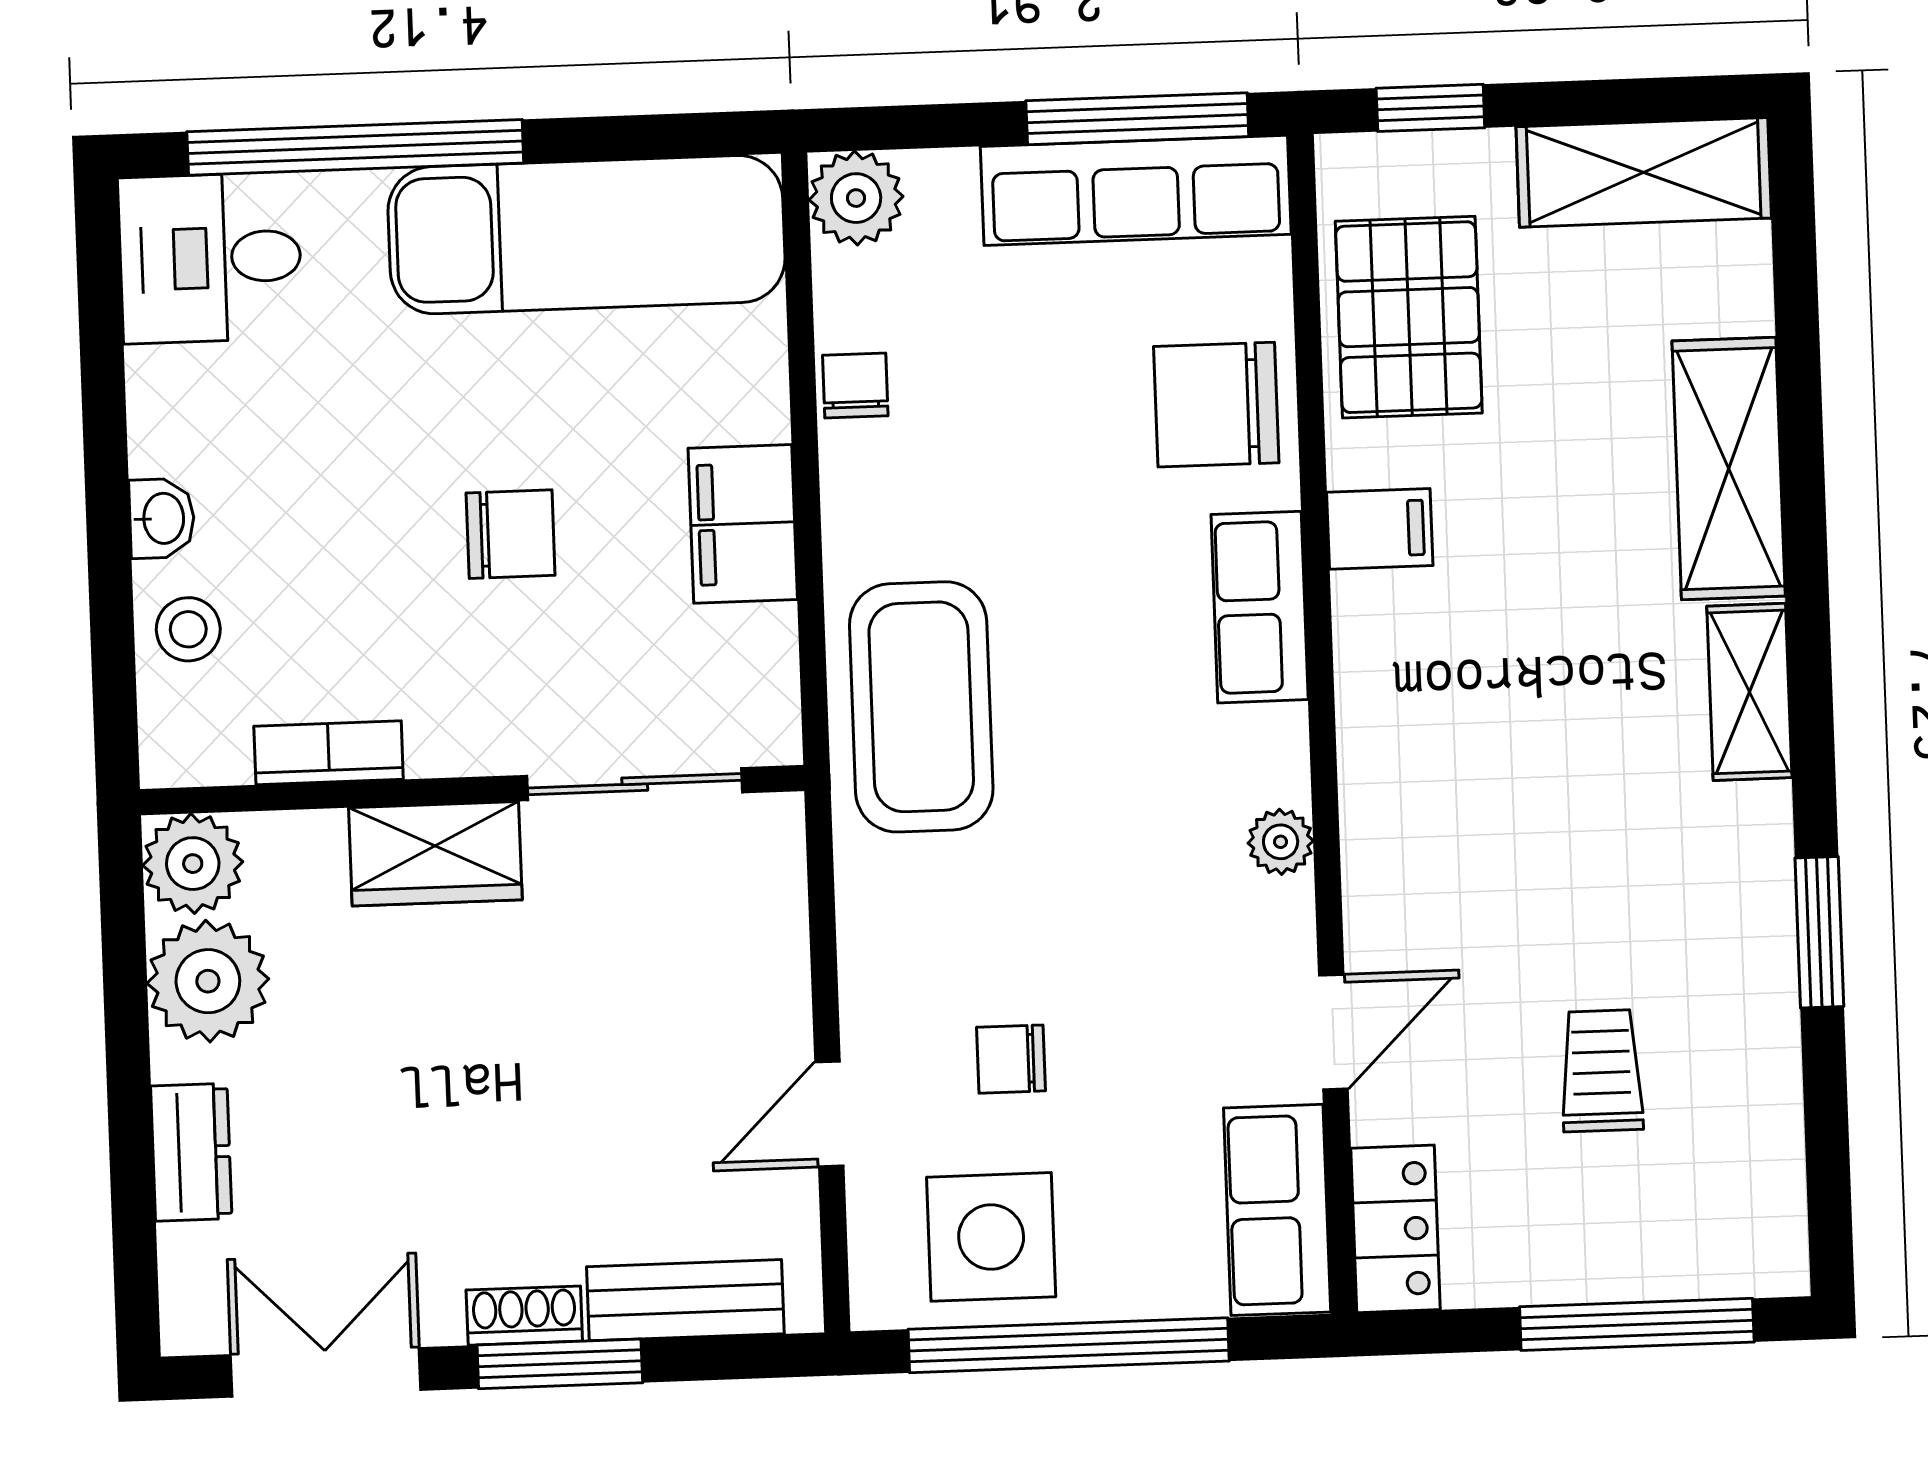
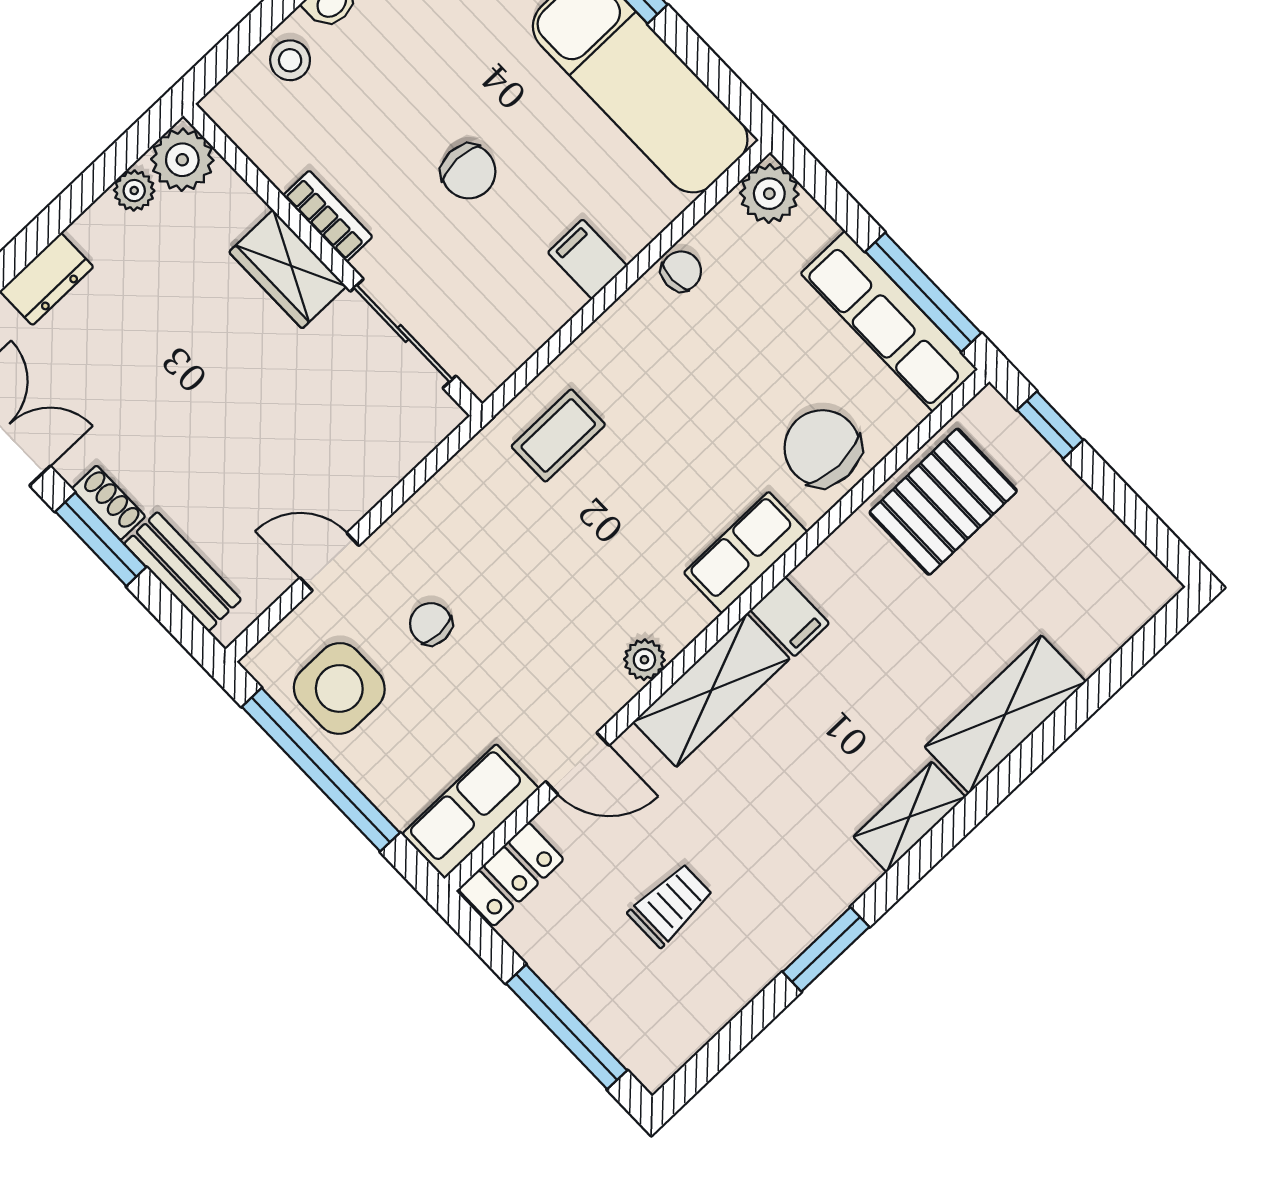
shelving: (1644, 172) -> (711, 690), moved, turned 90
filing cabinet: (743, 524) -> (587, 259), width x0.50
filing cabinet: (1380, 529) -> (790, 617), moved
coffee table: (921, 707) -> (558, 435), width x0.54, depth x0.58
bookcase: (329, 753) -> (328, 216), moved
plant: (208, 981) -> (134, 191), width x0.53, depth x0.53

